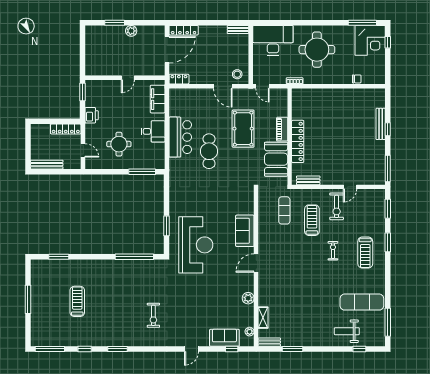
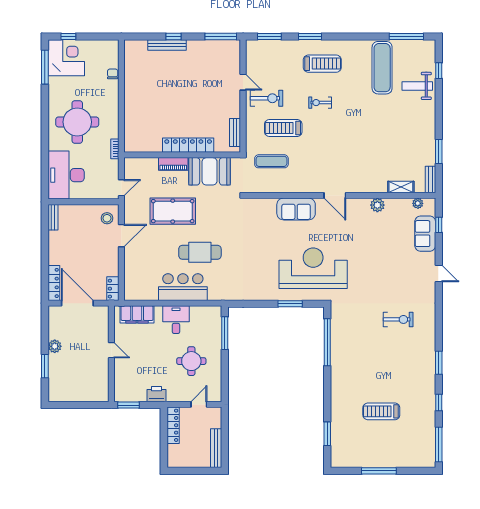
weight bench: (347, 331) -> (417, 86), turned 90

